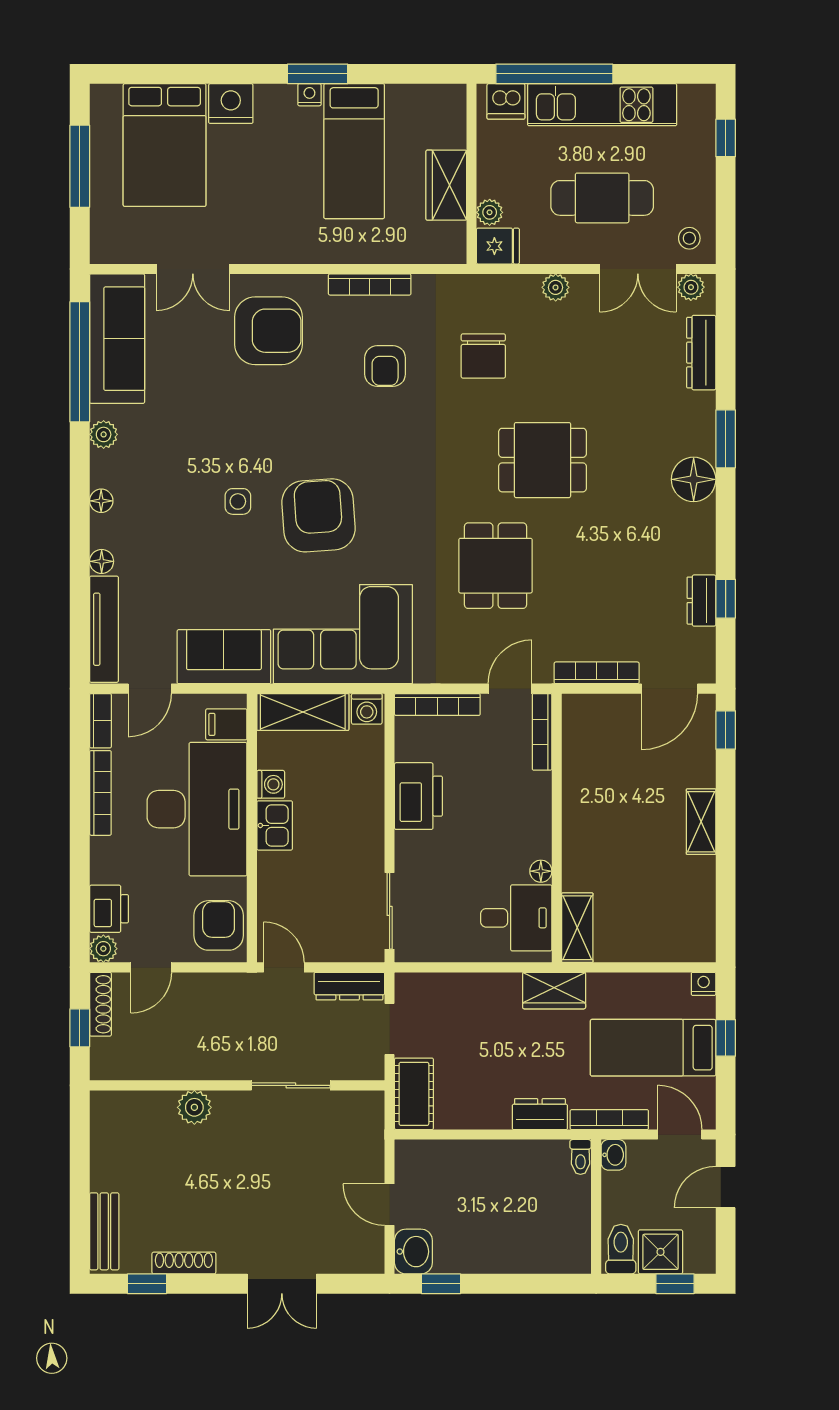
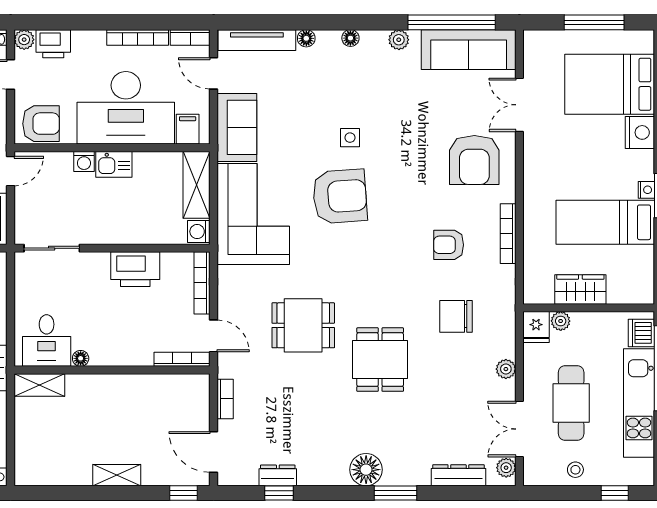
stool: (689, 238) -> (575, 470), moved
bookcase: (597, 673) -> (225, 399), width x0.64
washing machine: (271, 784) -> (84, 161), moved

